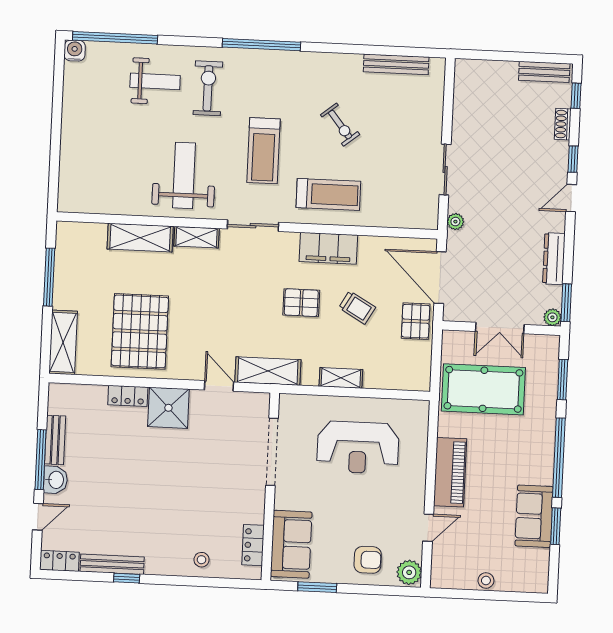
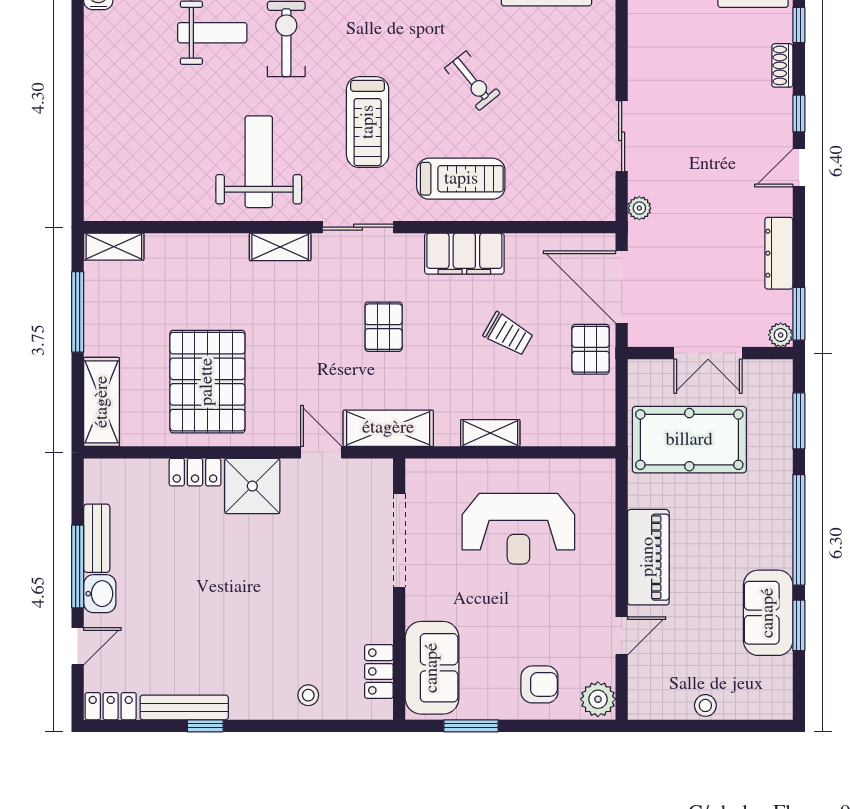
shelving: (140, 238) -> (114, 247), moved, width x0.67, depth x0.75
pallet: (301, 303) -> (384, 327), moved, turned 90

